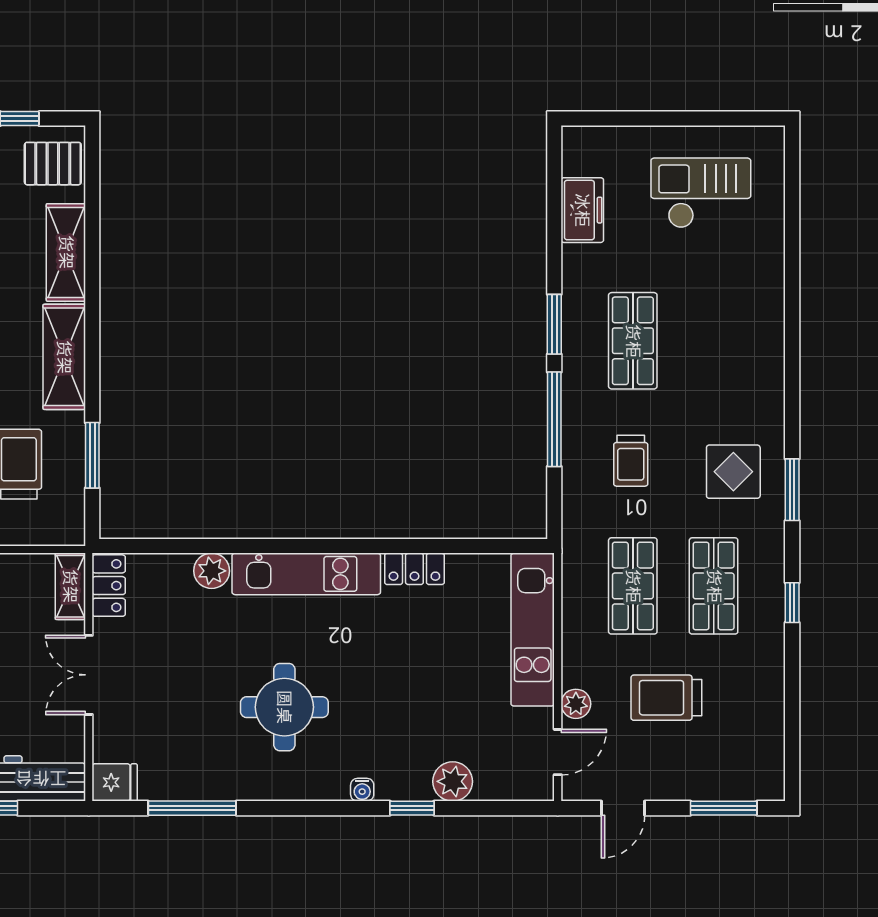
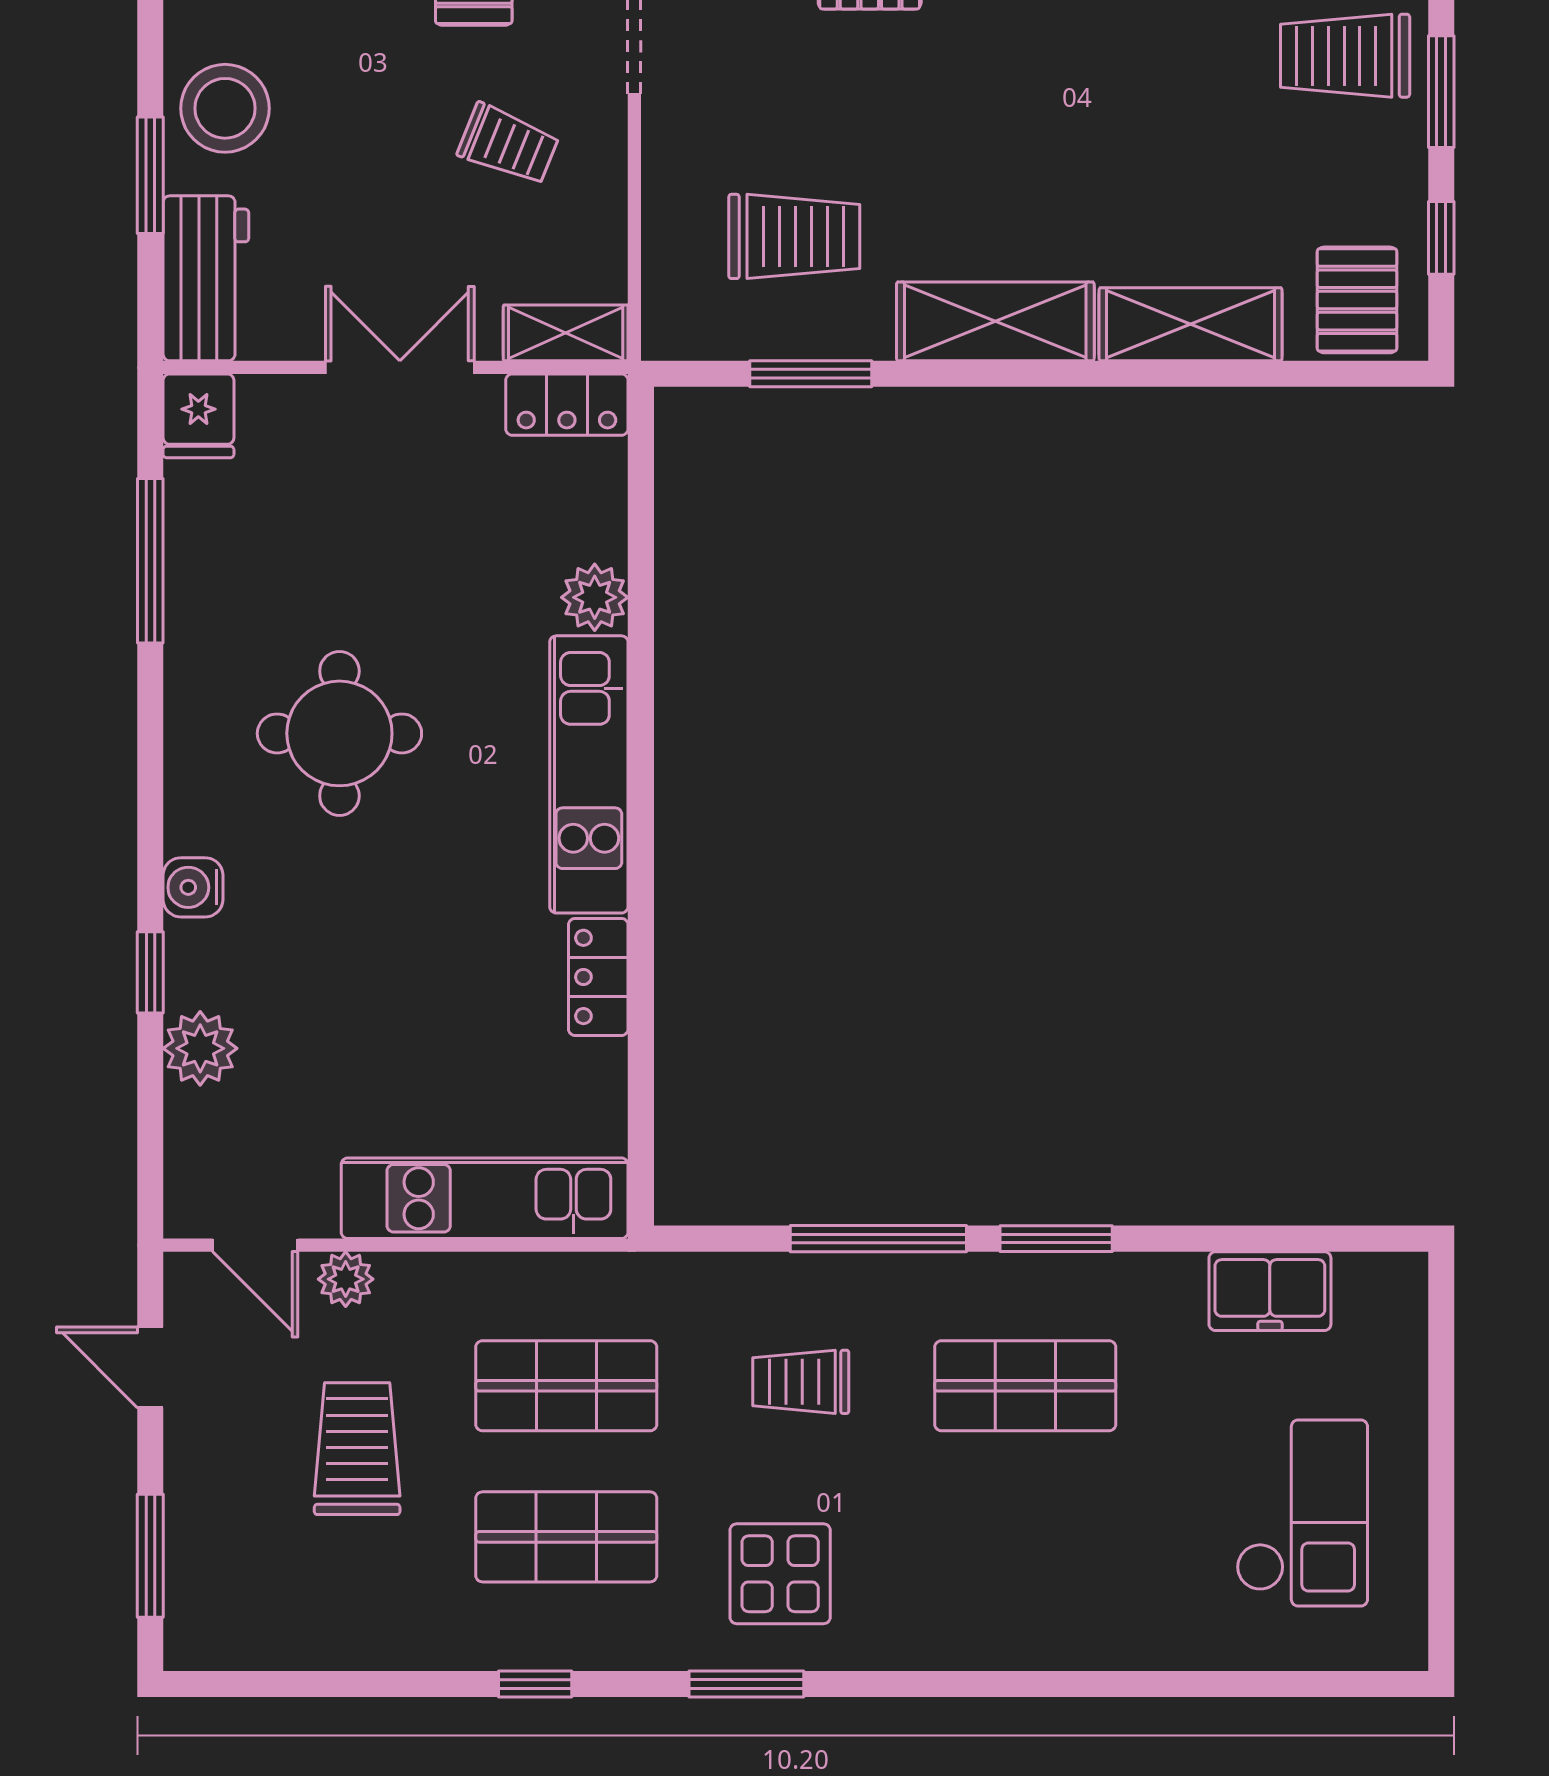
water cooler: (362, 790) -> (193, 887), width x1.38, depth x1.38

